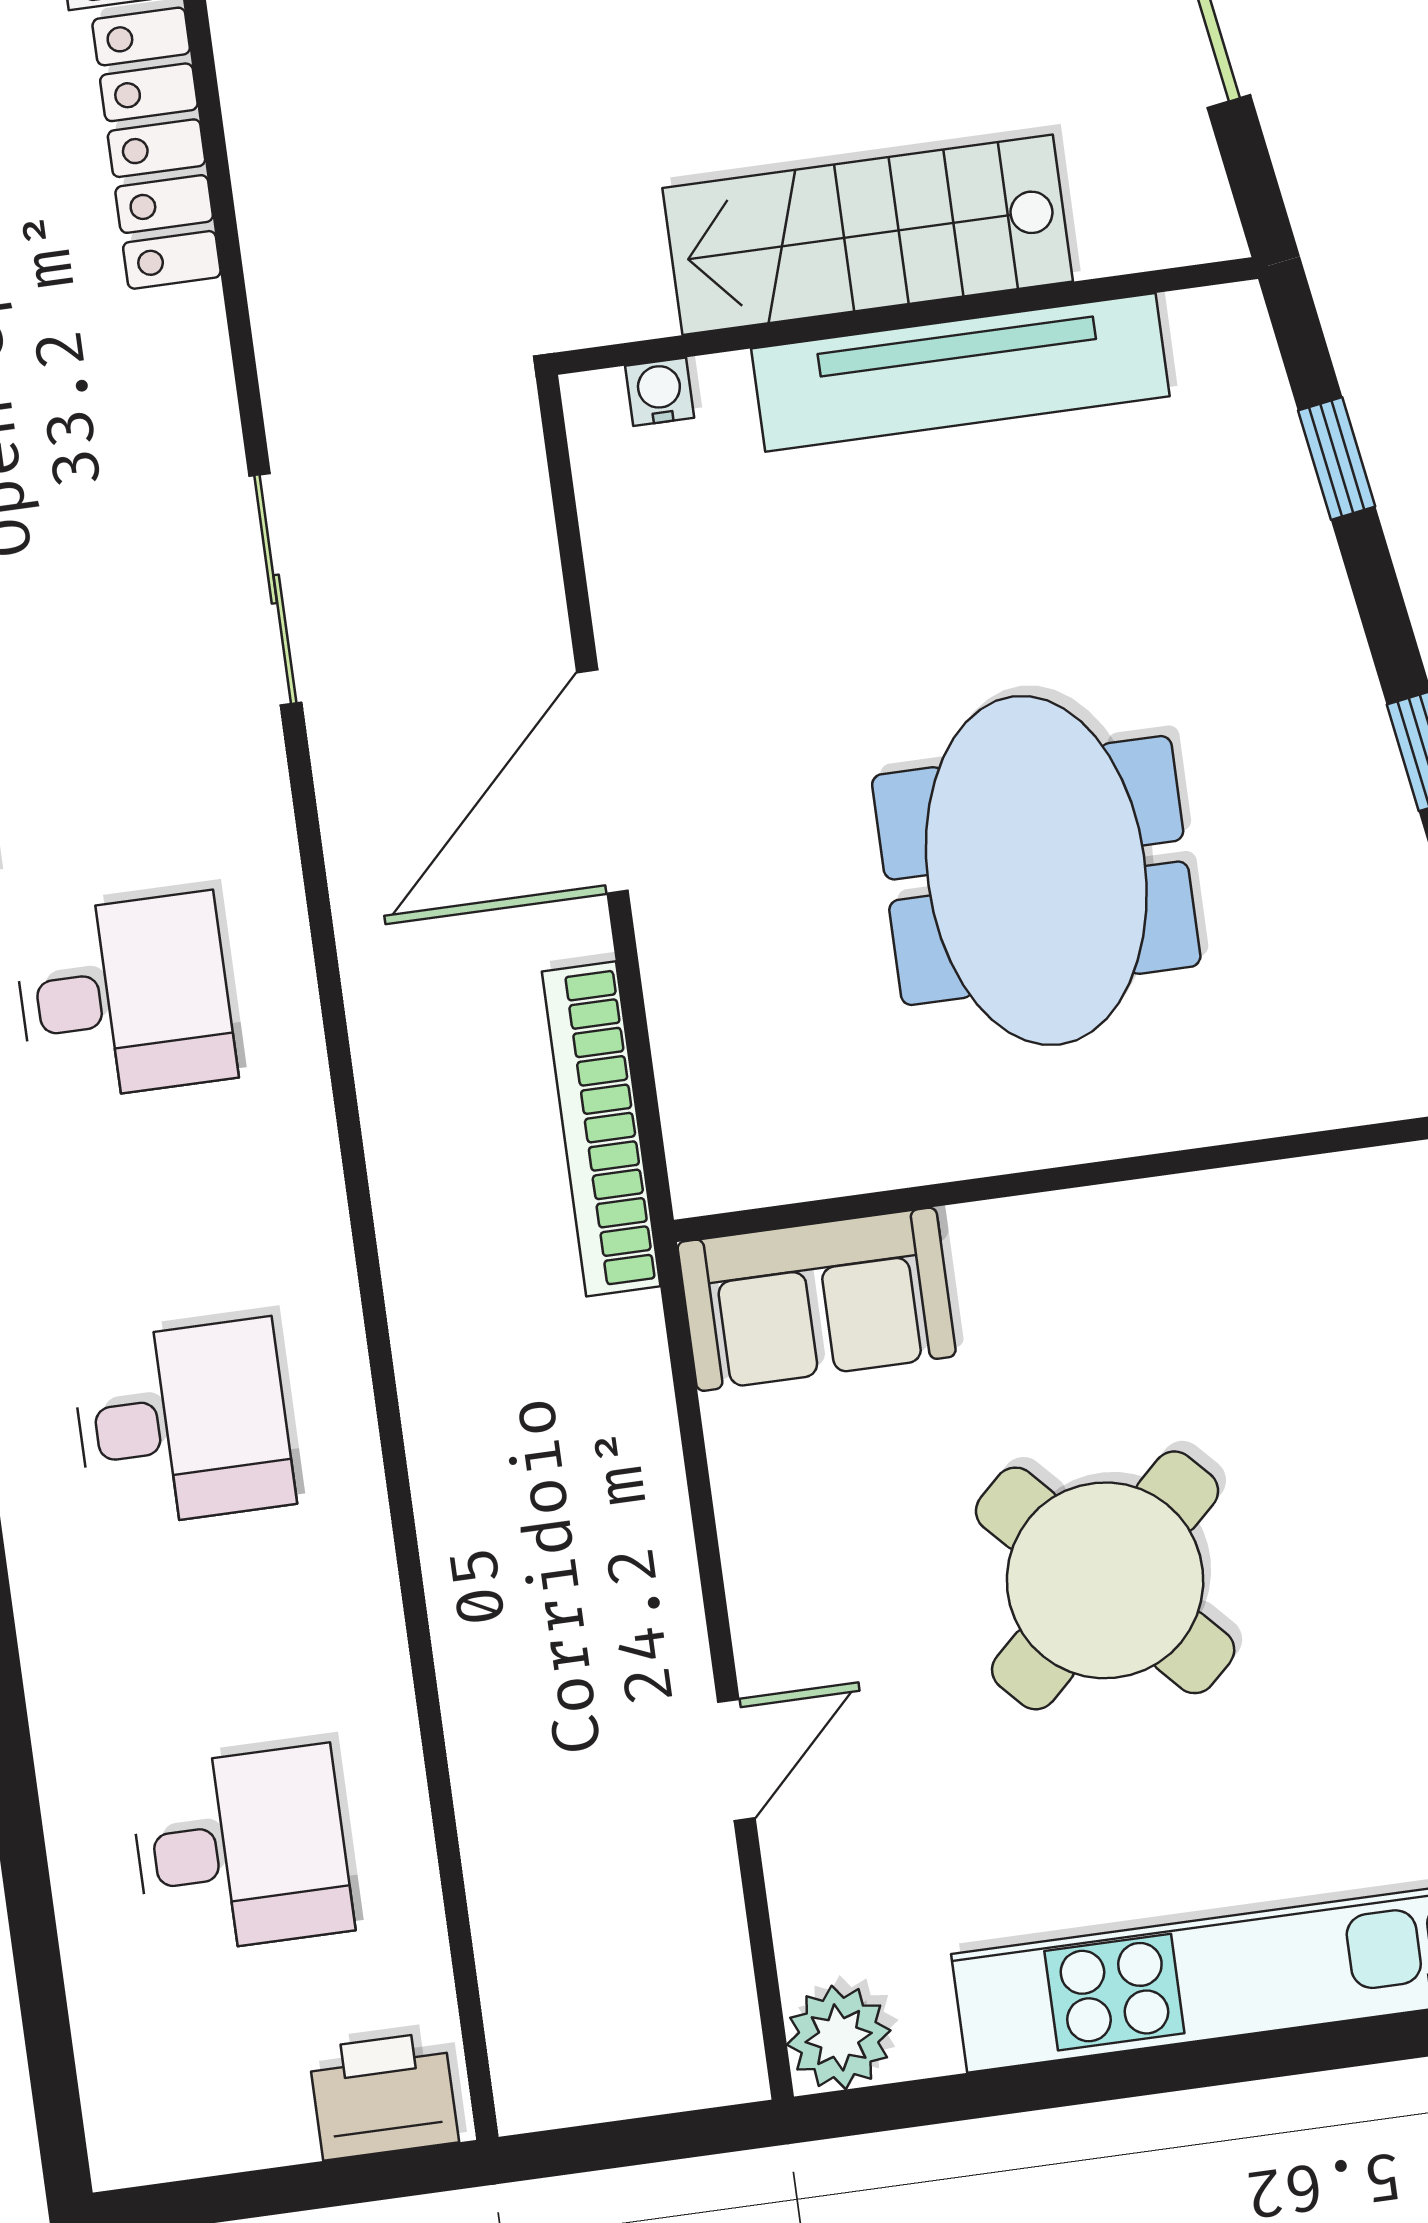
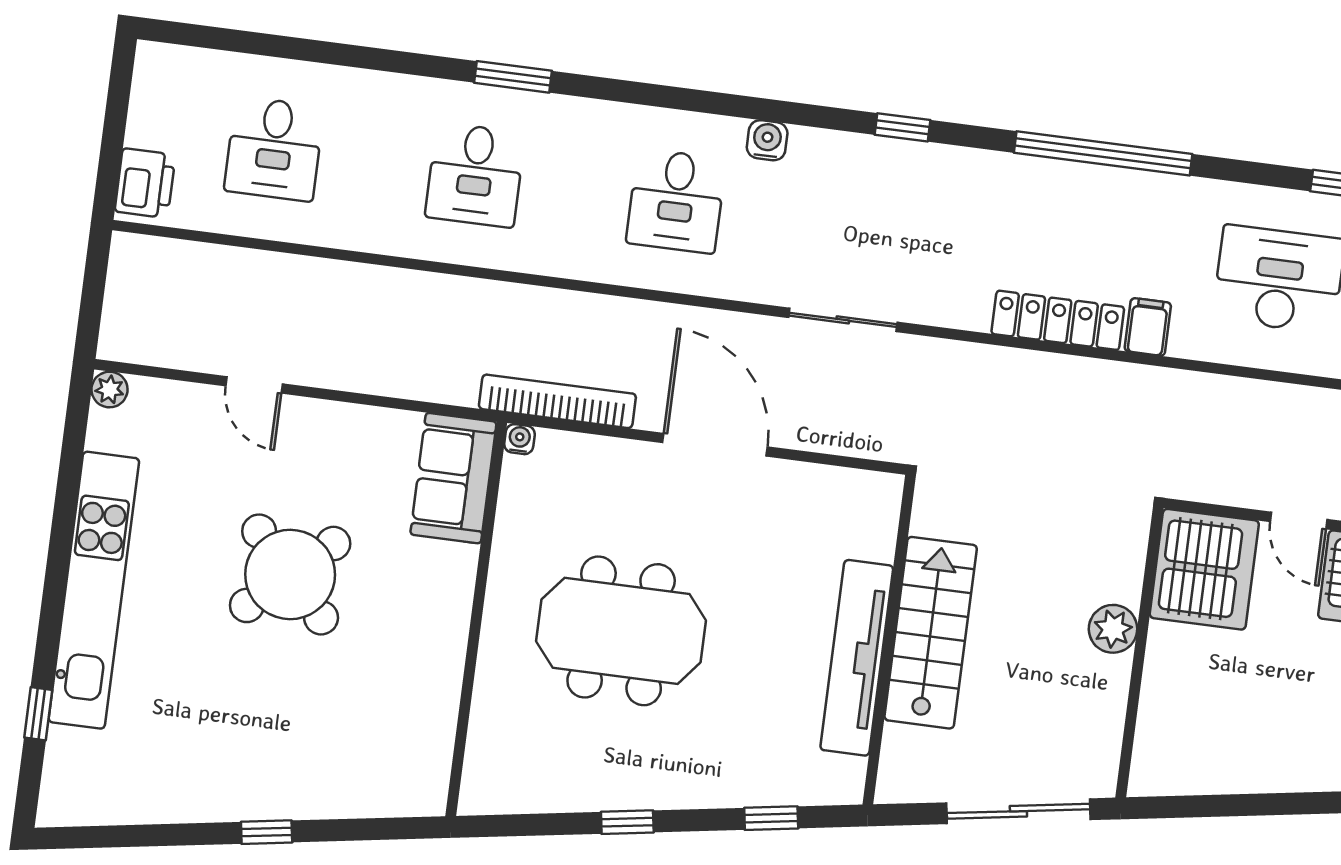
water cooler: (660, 392) -> (519, 439), moved, turned -90
plant: (839, 2037) -> (110, 390), width x0.73, depth x0.73

